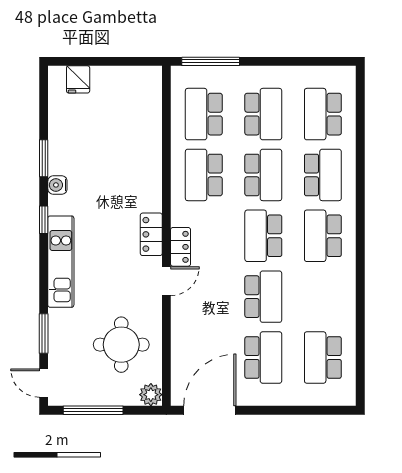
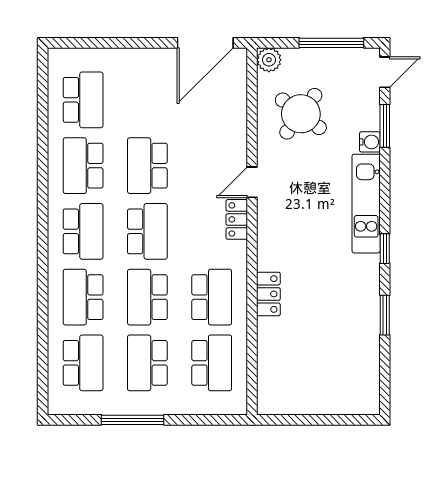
window: (211, 61) -> (133, 420), moved
fridge: (78, 79) -> (348, 400), removed
water cooler: (57, 185) -> (370, 142), moved
locker: (151, 234) -> (268, 294), moved
round table: (121, 345) -> (301, 114), turned 37
school desk: (263, 357) -> (83, 166), moved
door: (44, 383) -> (385, 72), hinge flipped

